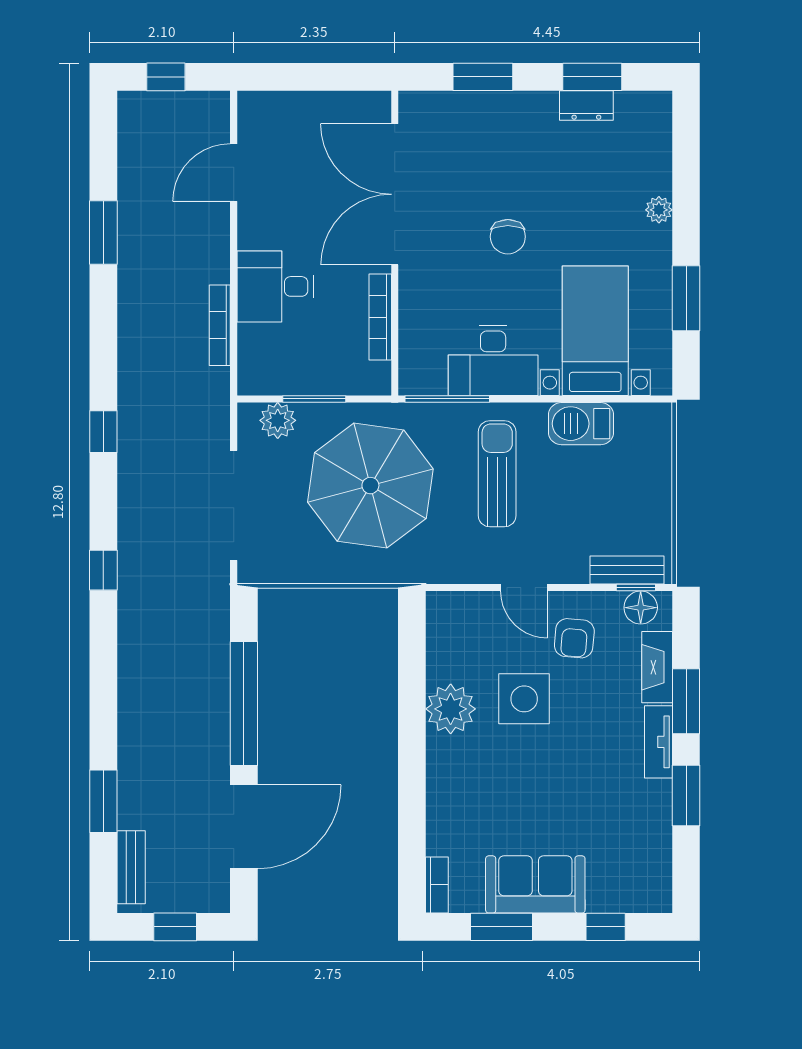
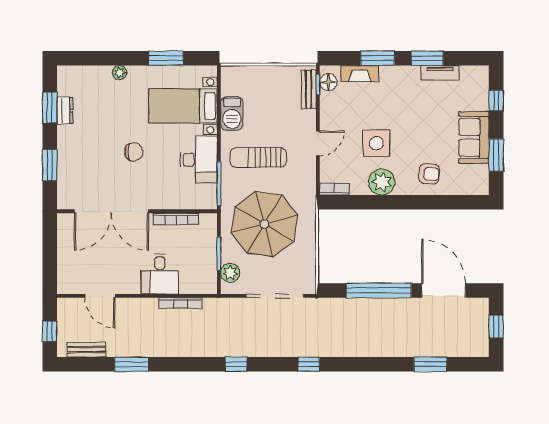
armchair: (574, 638) -> (429, 174), moved
tv unit: (659, 742) -> (440, 73), moved
bench: (131, 867) -> (86, 350), moved
bookcase: (437, 885) -> (335, 189), moved

